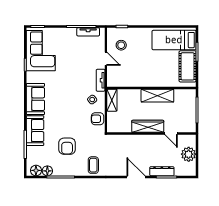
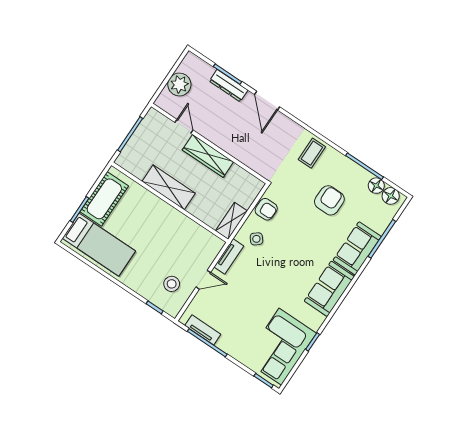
door: (106, 59) -> (203, 280), swing flipped

